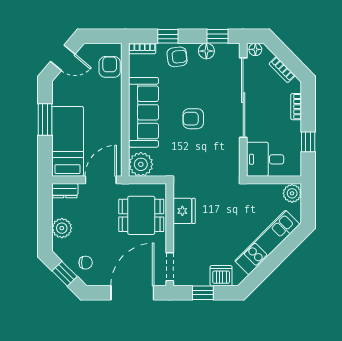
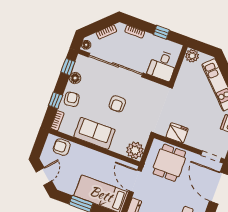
sofa: (144, 112) -> (94, 133), width x0.73

